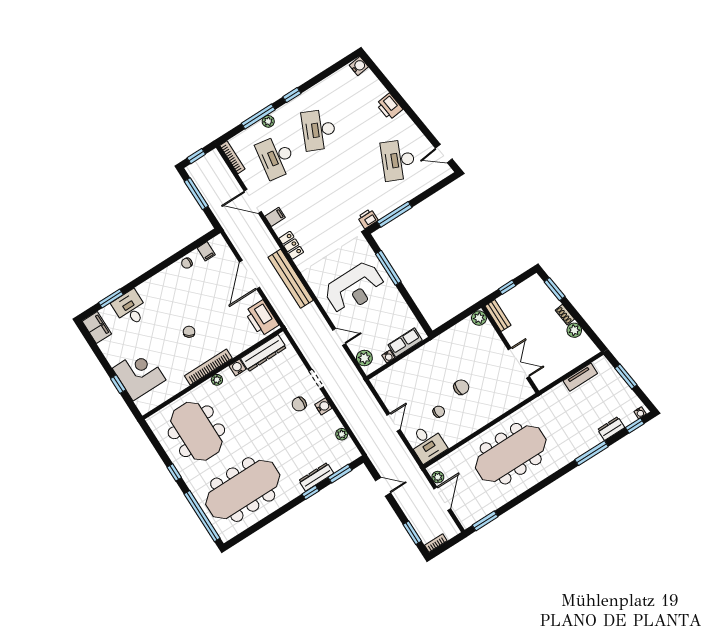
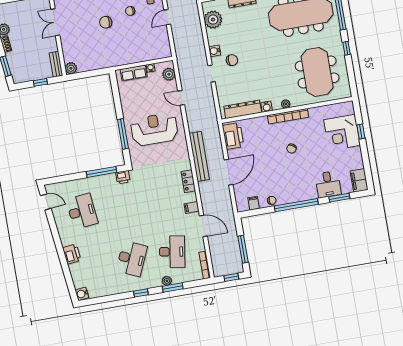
window: (258, 117) -> (173, 287), width x0.69
desk: (398, 160) -> (82, 211), turned -30
window: (157, 269) -> (296, 205), added
plant: (342, 434) -> (213, 20), width x1.88, depth x1.88

